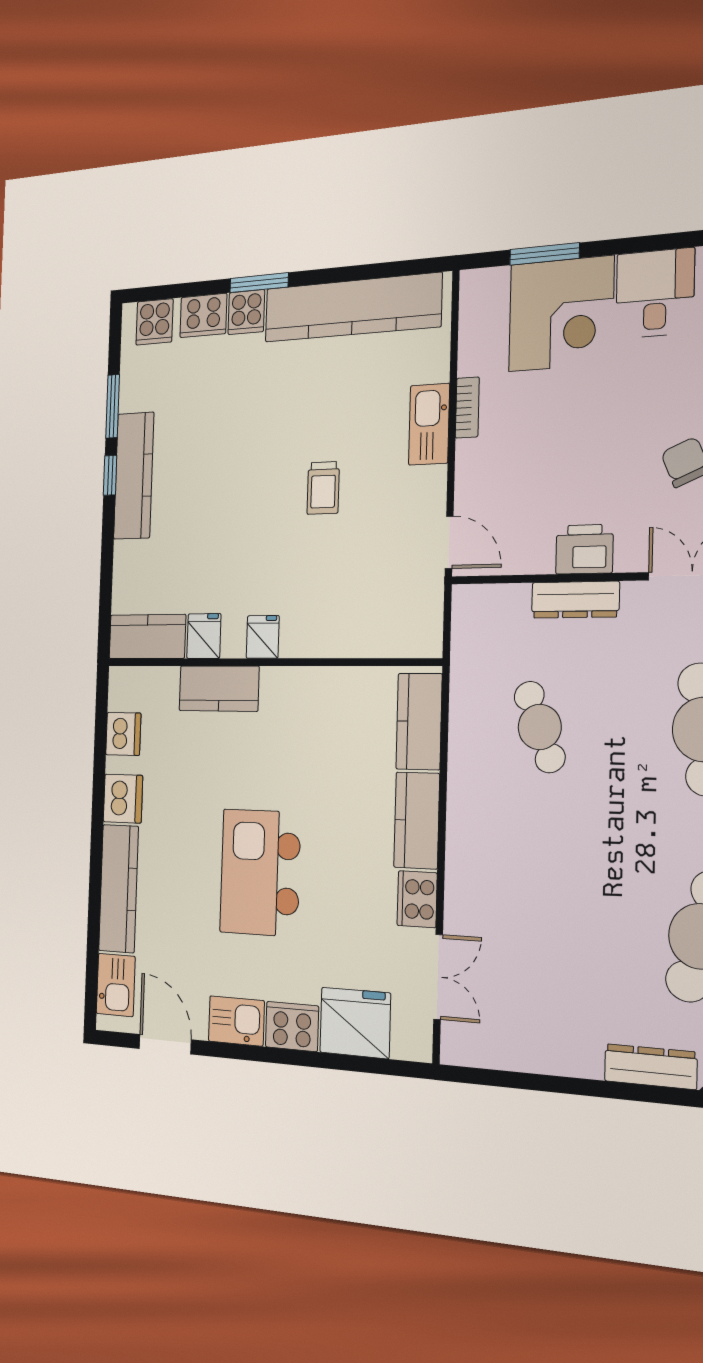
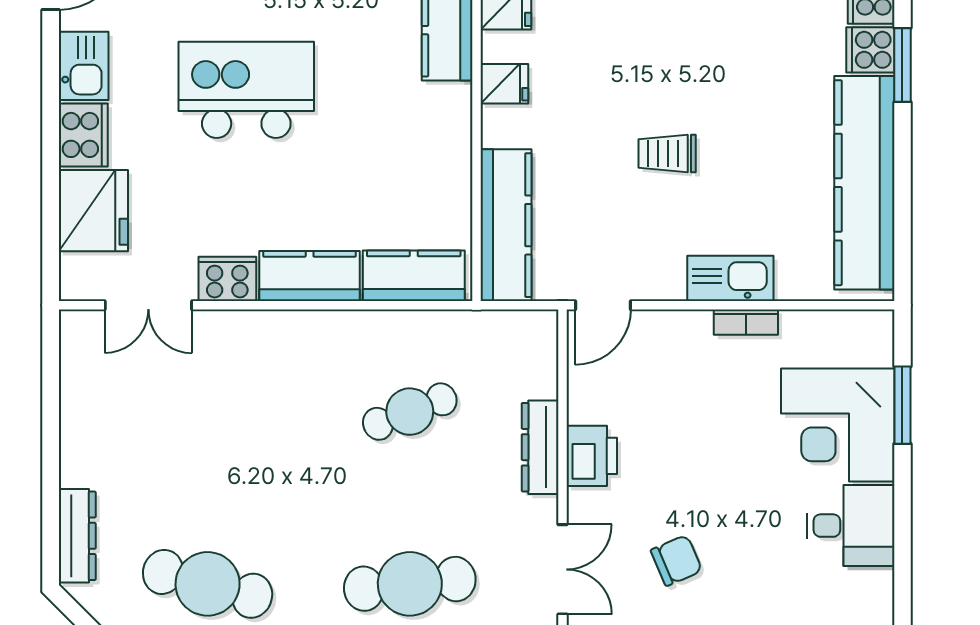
kitchen counter: (378, 635) -> (506, 225), added

